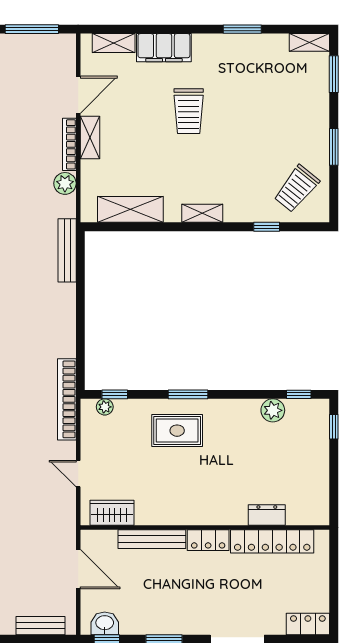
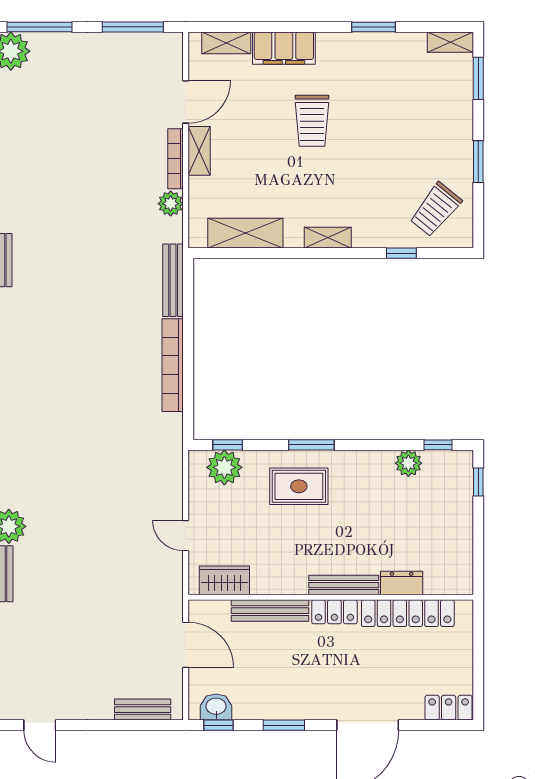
bookcase: (67, 399) -> (173, 365), moved
plant: (105, 407) -> (224, 467), width x1.88, depth x1.88
bench: (216, 517) -> (344, 585), added

